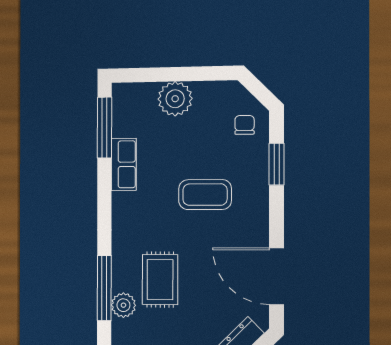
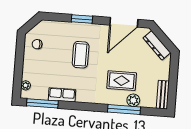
plant: (175, 99) -> (26, 85), moved, width x0.53, depth x0.53
chair: (245, 125) -> (37, 44), moved
window: (277, 164) -> (82, 19), moved

